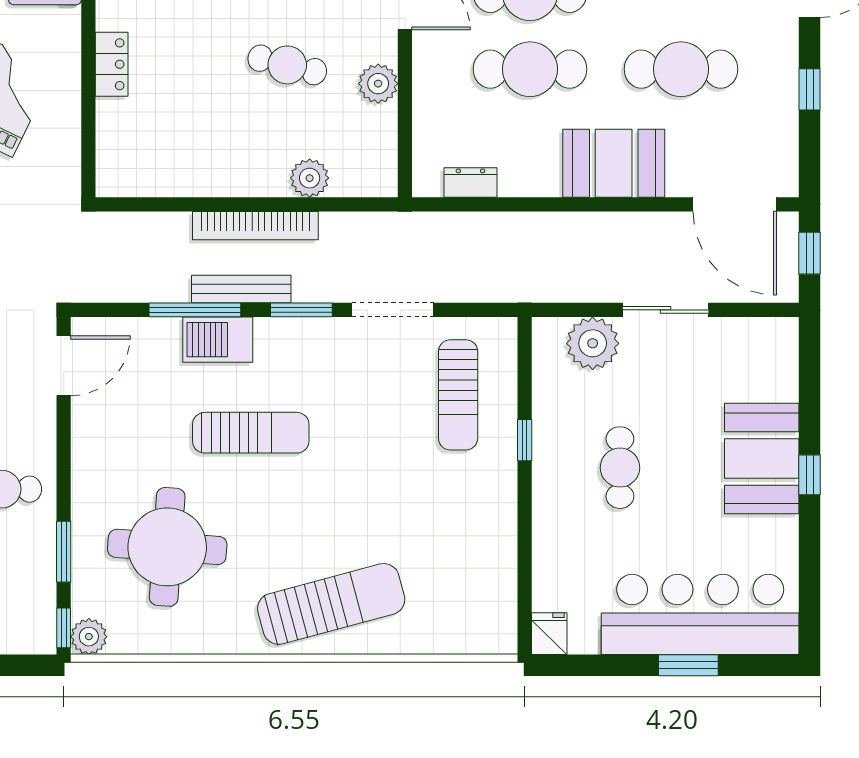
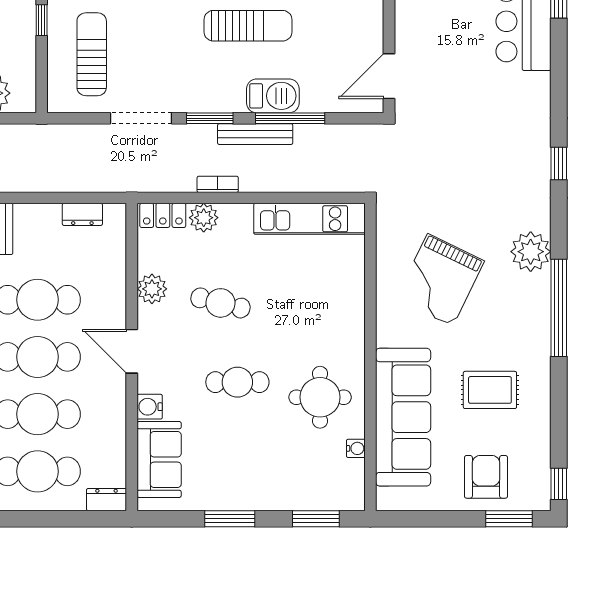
locker: (112, 64) -> (163, 215), moved, turned -90
kitchen unit: (169, 177) -> (310, 219), added
bookcase: (255, 226) -> (218, 184), width x0.43, depth x0.76
sun lounger: (251, 433) -> (248, 26), turned 180

